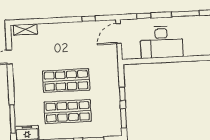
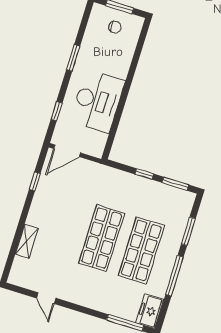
window: (185, 14) -> (73, 58), width x0.69
shelving: (25, 30) -> (27, 241), moved
door: (119, 34) -> (67, 151), hinge flipped

